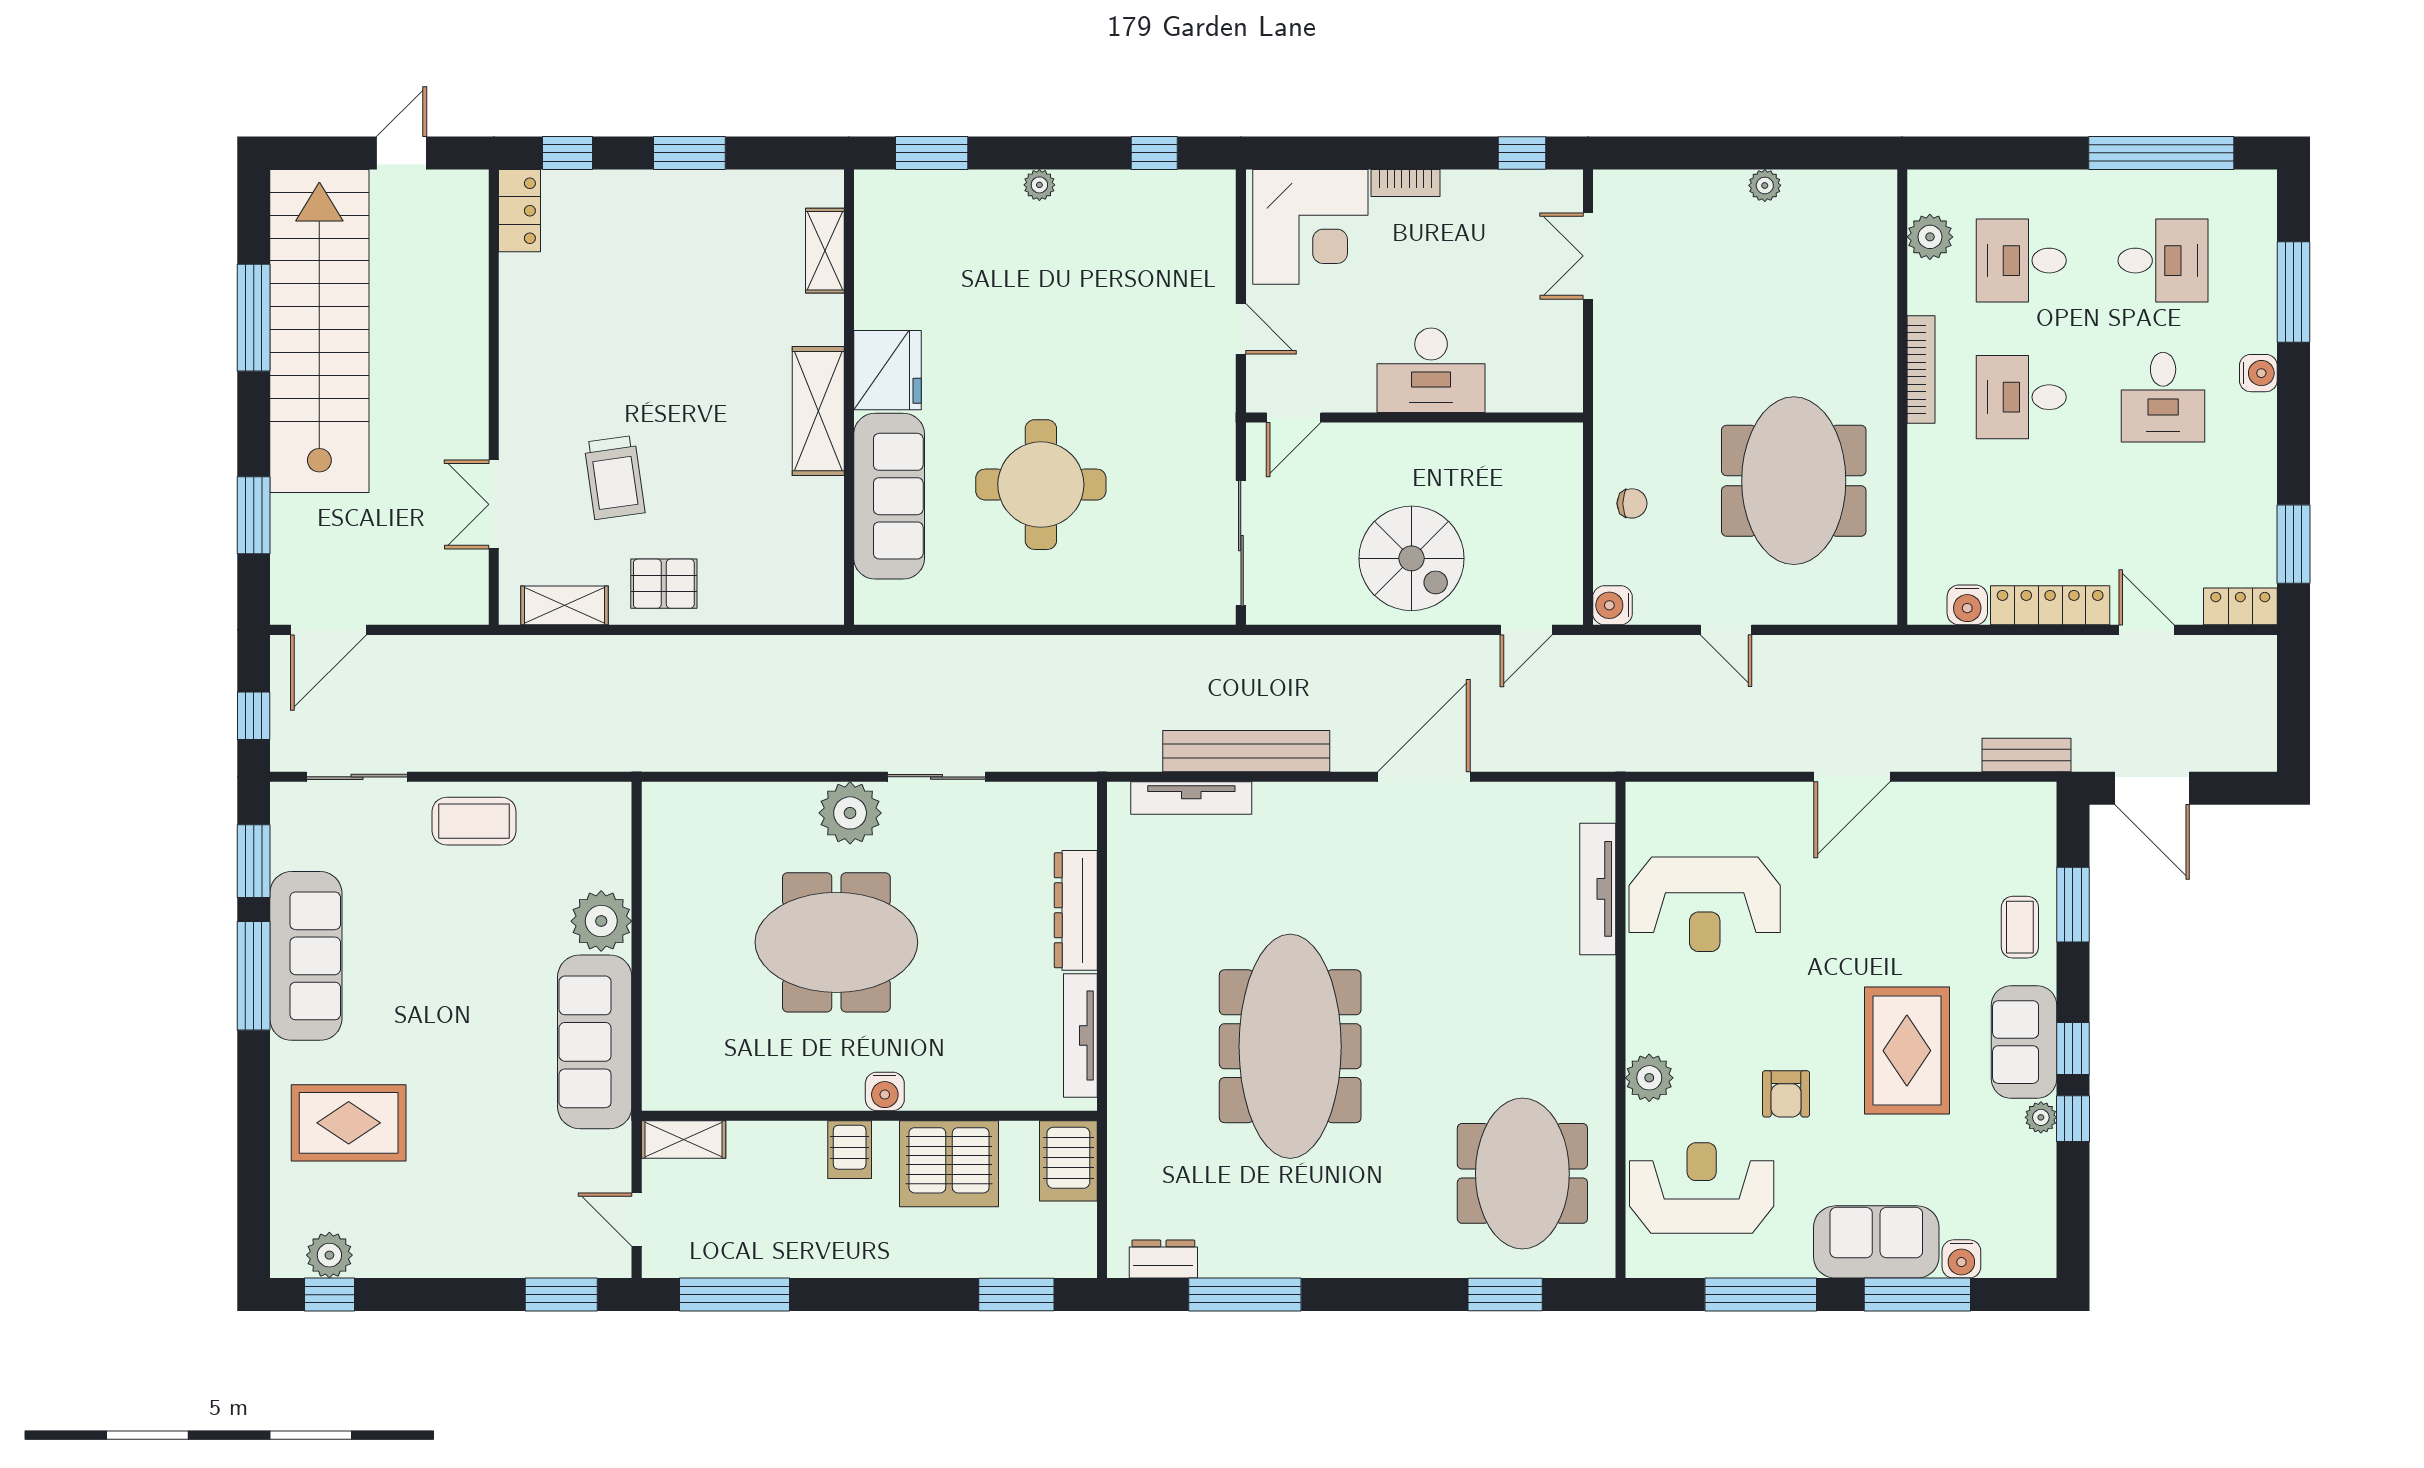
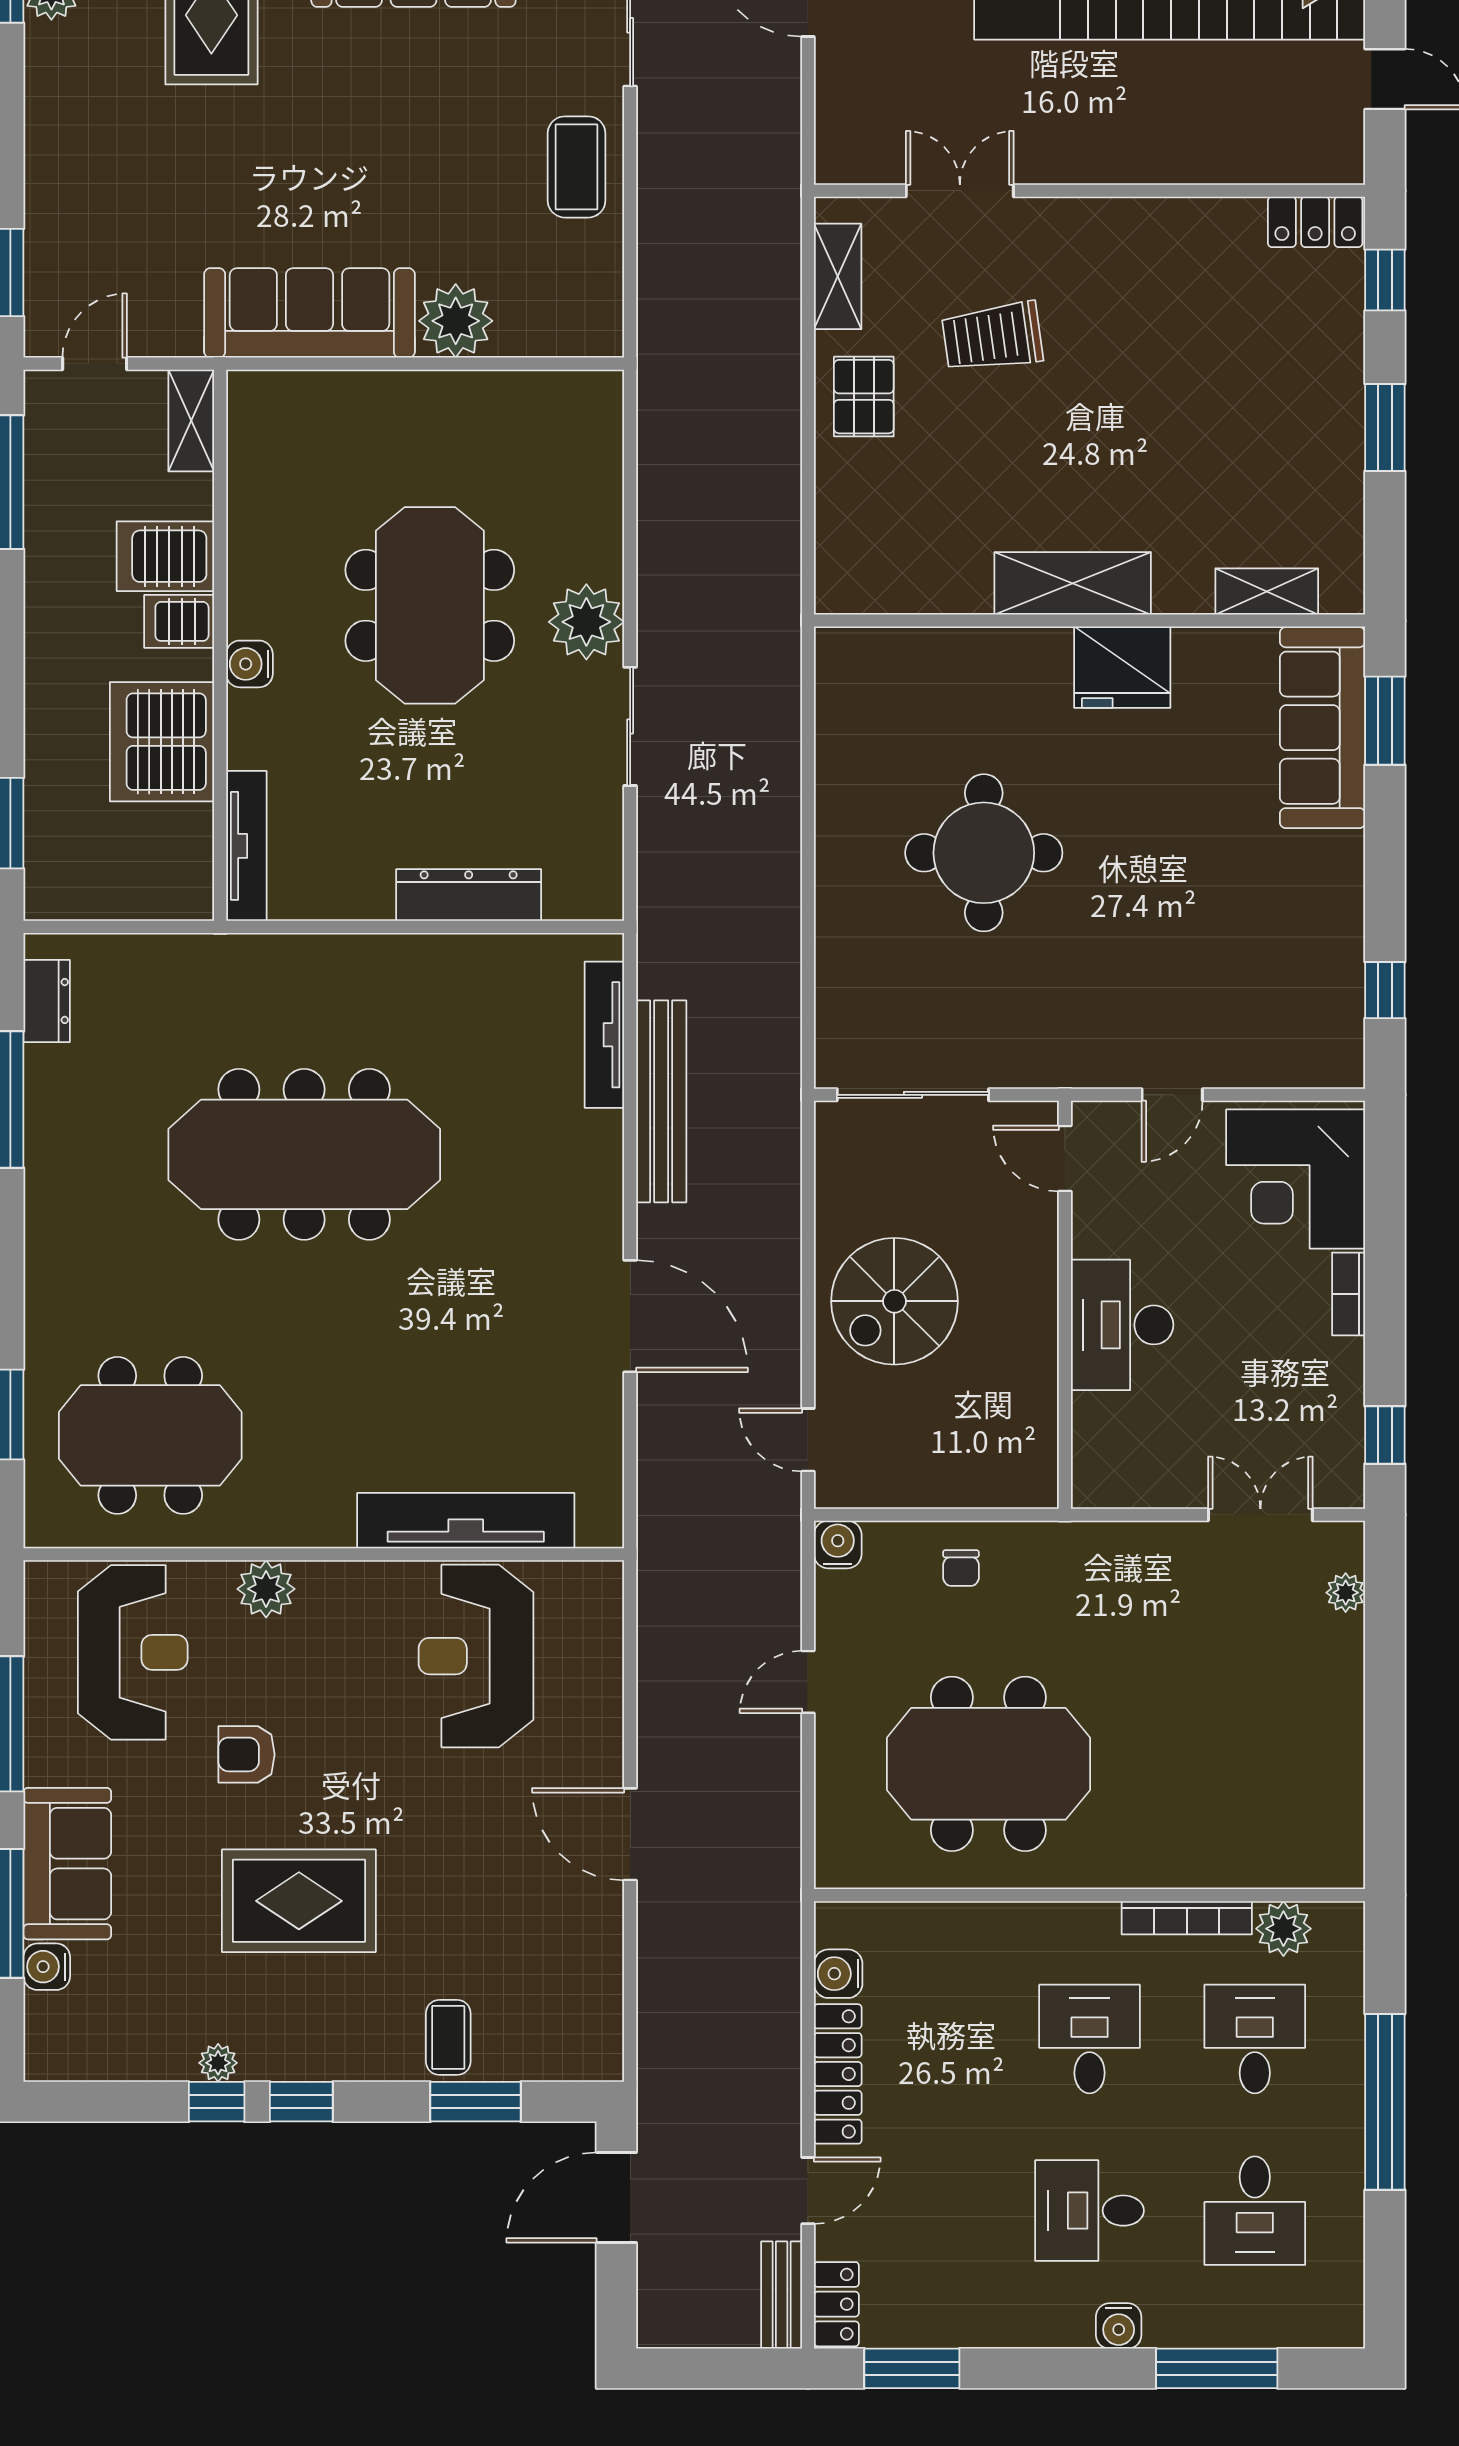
window: (2161, 153) -> (1385, 2102), moved
plant: (1039, 185) -> (1346, 851), removed
plant: (1765, 185) -> (1346, 1593), moved
bookcase: (1921, 370) -> (1187, 1918), moved
sofa: (889, 496) -> (1323, 728), moved, turned 90
bench: (2026, 755) -> (782, 2295), moved
tv unit: (1598, 889) -> (466, 1521), width x1.36, depth x1.29
coffee table: (2020, 927) -> (448, 2037), turned 90
tv unit: (1080, 1035) -> (246, 846), moved, turned 90
sofa: (2024, 1042) -> (309, 2042), removed
server rack: (1068, 1161) -> (165, 556), moved

